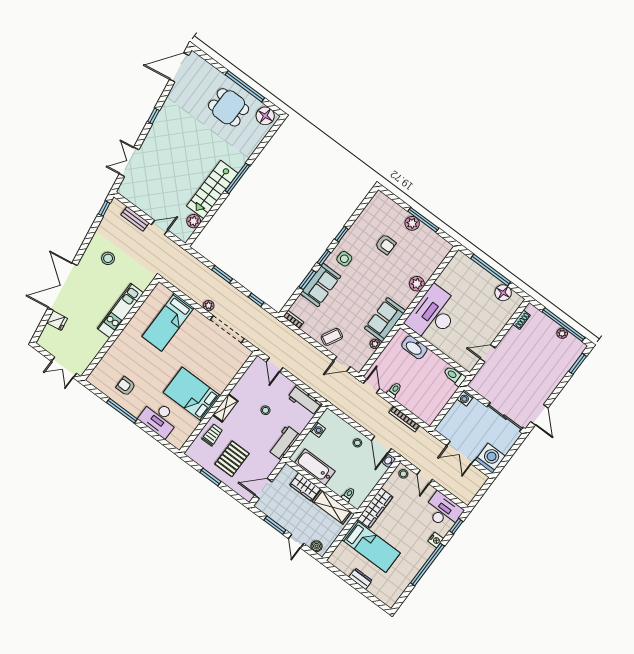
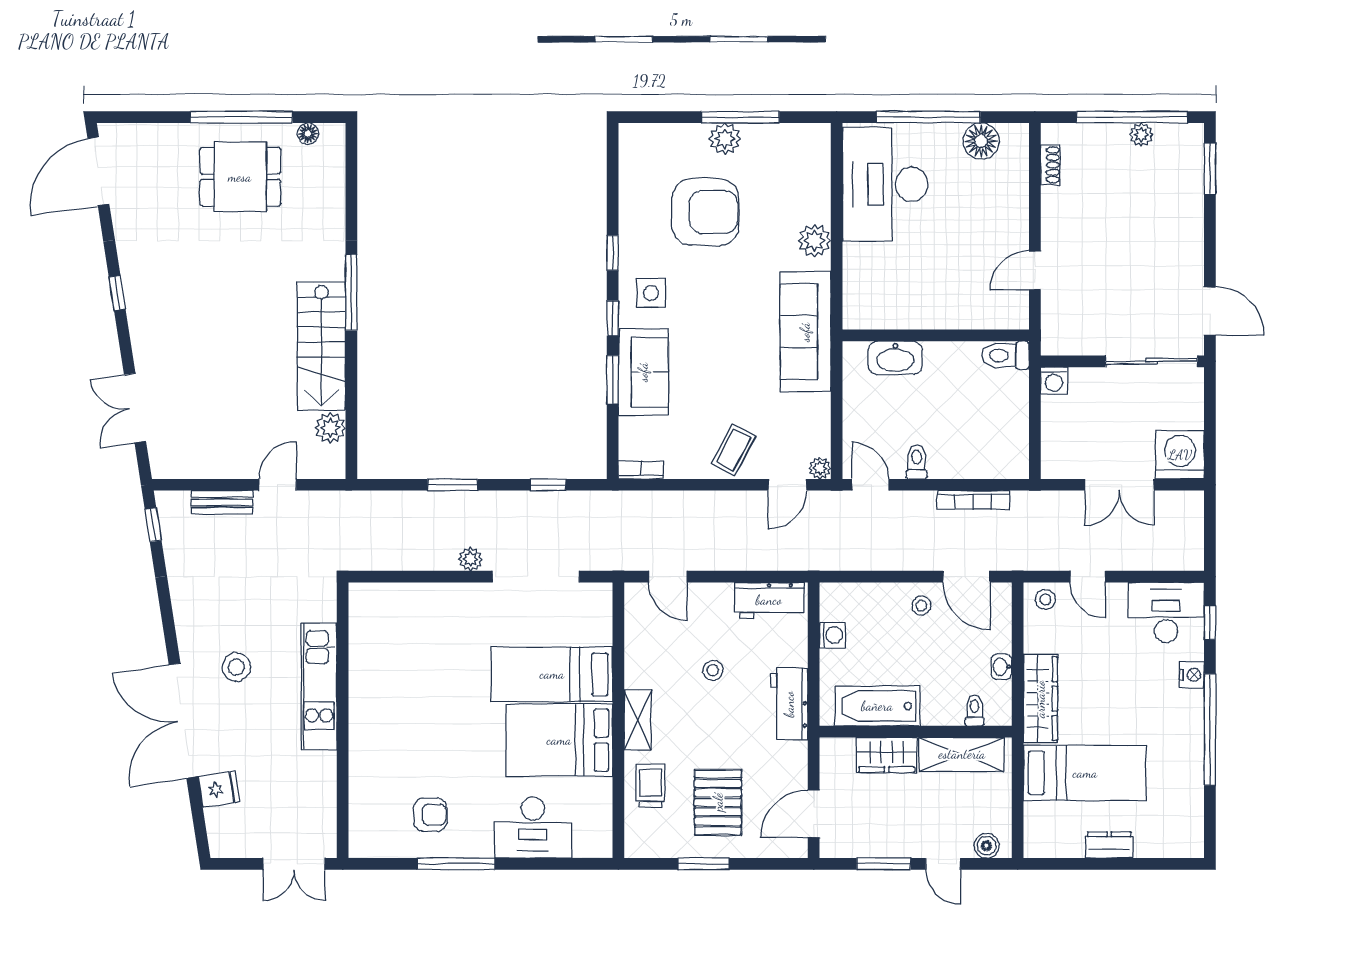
floor lamp: (265, 116) -> (308, 134), width x0.53, depth x0.53
armchair: (386, 244) -> (705, 212), width x1.88, depth x1.88
stool: (108, 258) -> (236, 667), moved
desk: (434, 314) -> (885, 184), moved
sofa: (385, 320) -> (805, 332), width x1.36
bed: (168, 322) -> (552, 674), moved, turned 90
plant: (375, 344) -> (820, 468), moved
armchair: (126, 386) -> (430, 815), turned 180
washbasin: (389, 461) -> (1002, 667), moved

